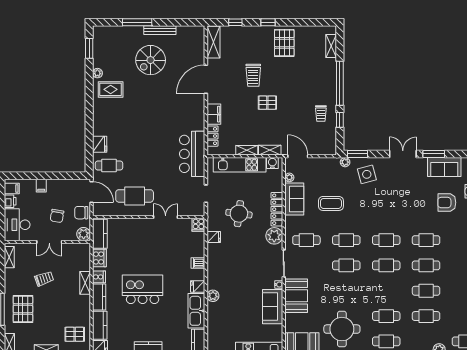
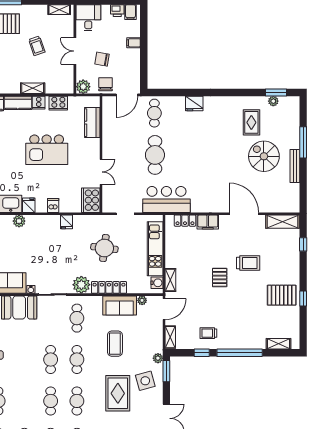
window: (268, 22) -> (303, 298), moved
plant: (97, 73) -> (273, 101), moved
trolley: (253, 75) -> (248, 263), turned 180
rug: (111, 89) -> (251, 122), moved
fridge: (100, 144) -> (194, 103), moved
shelving: (247, 150) -> (170, 337), moved
cafe table: (135, 196) -> (155, 155), moved
rug: (379, 201) -> (118, 393), added
desk: (17, 225) -> (88, 18), width x0.73
cooker: (198, 225) -> (91, 200), width x1.87, depth x1.31
kitchen counter: (100, 234) -> (92, 123), moved, turned 90
fridge: (214, 237) -> (66, 222), moved
kitchen island: (143, 289) -> (47, 150), moved, turned 90

